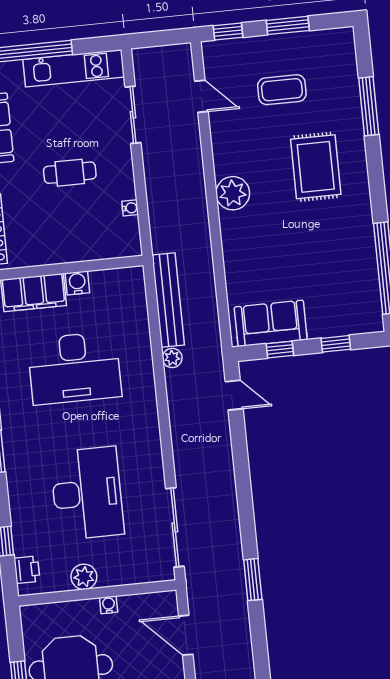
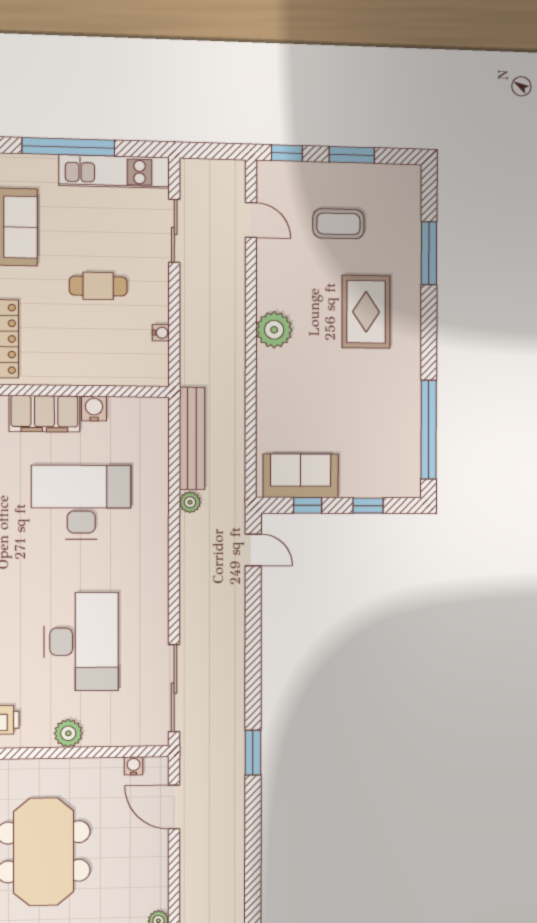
desk: (74, 368) -> (81, 502), turned 180
water cooler: (109, 605) -> (134, 766), moved

